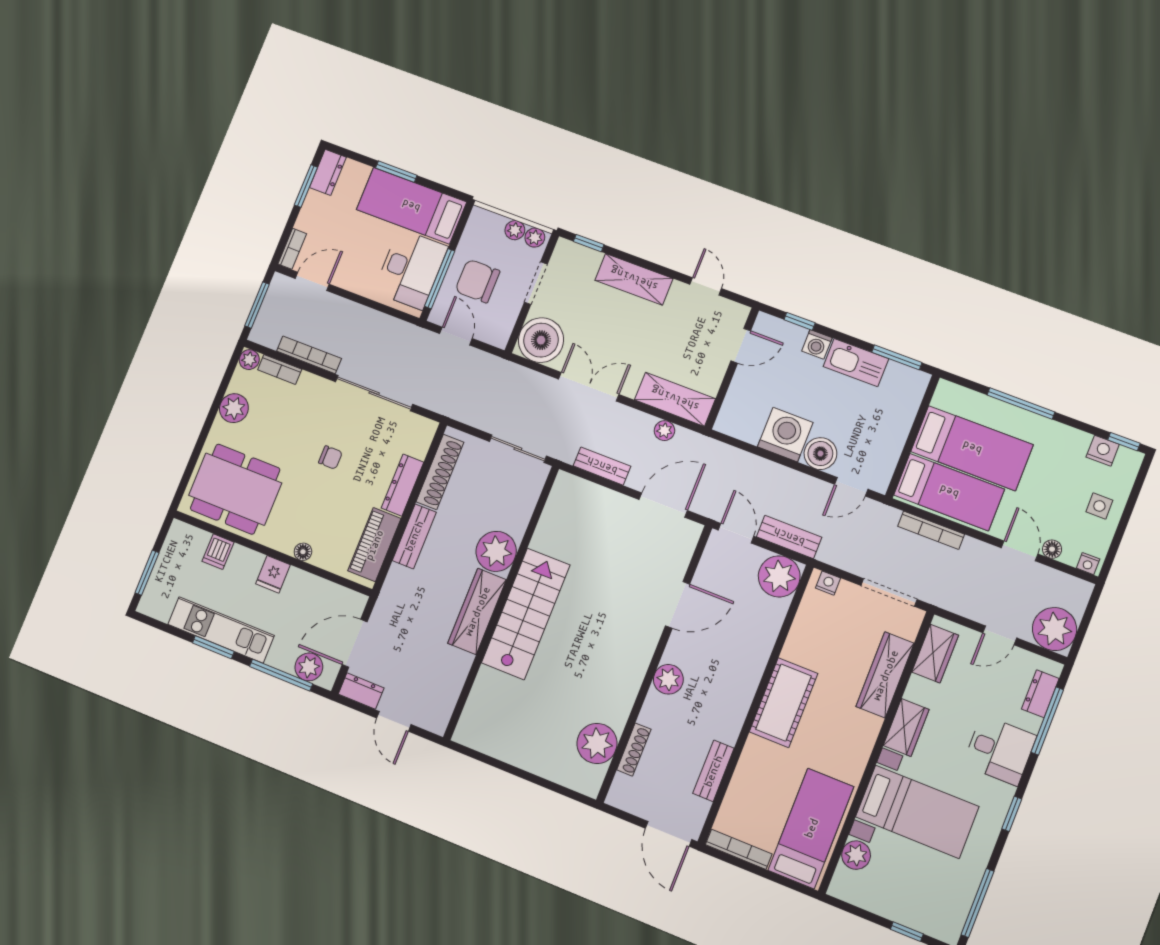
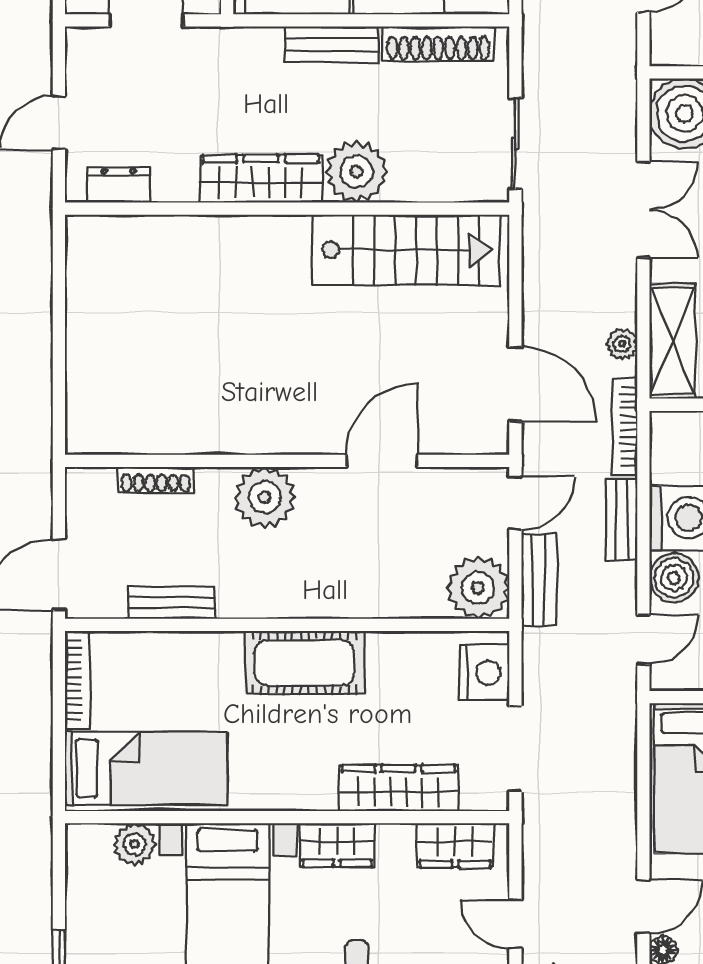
bench: (602, 466) -> (622, 519), moved
door: (851, 487) -> (643, 639), swing flipped
bookcase: (931, 530) -> (625, 426), moved
nightstand: (828, 583) -> (484, 673), width x1.89, depth x1.79
door: (678, 605) -> (382, 461), swing flipped
stairs: (526, 614) -> (406, 250), moved
plant: (668, 679) -> (265, 497), width x1.36, depth x1.36
dresser: (361, 691) -> (119, 185), moved, turned -90
plant: (597, 743) -> (144, 425), removed

